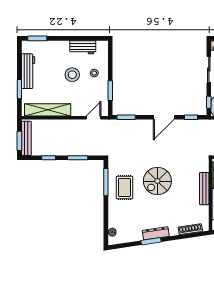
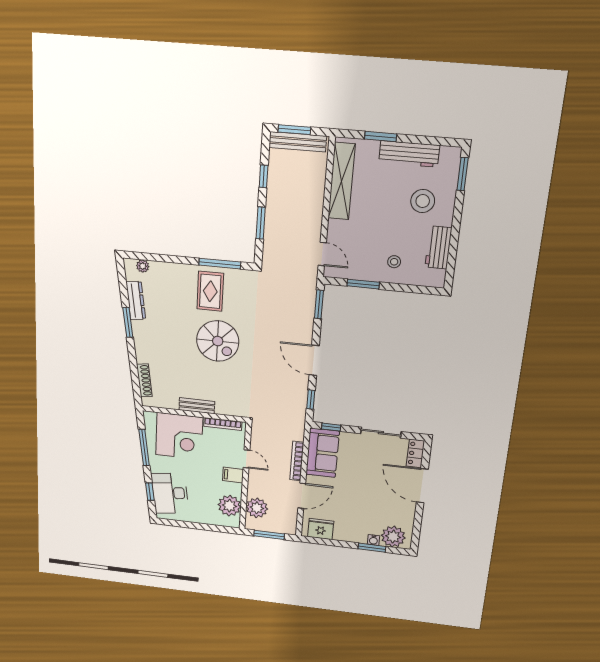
stool: (72, 75) -> (423, 201), moved
spiral stairs: (157, 181) -> (218, 341), turned 180
rug: (125, 187) -> (210, 291), turned 90
bench: (204, 189) -> (197, 406), width x0.73
dresser: (156, 233) -> (136, 301), moved

